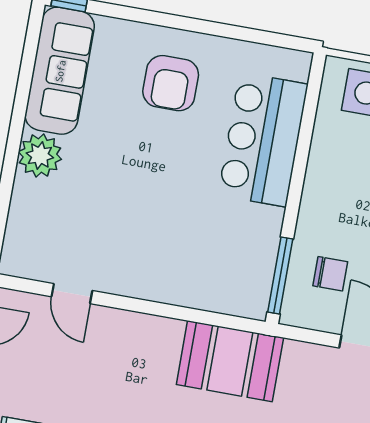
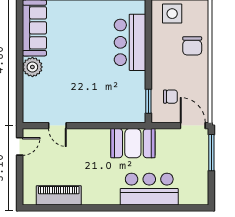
armchair: (171, 83) -> (85, 25), removed
window: (280, 276) -> (148, 101), width x0.69

